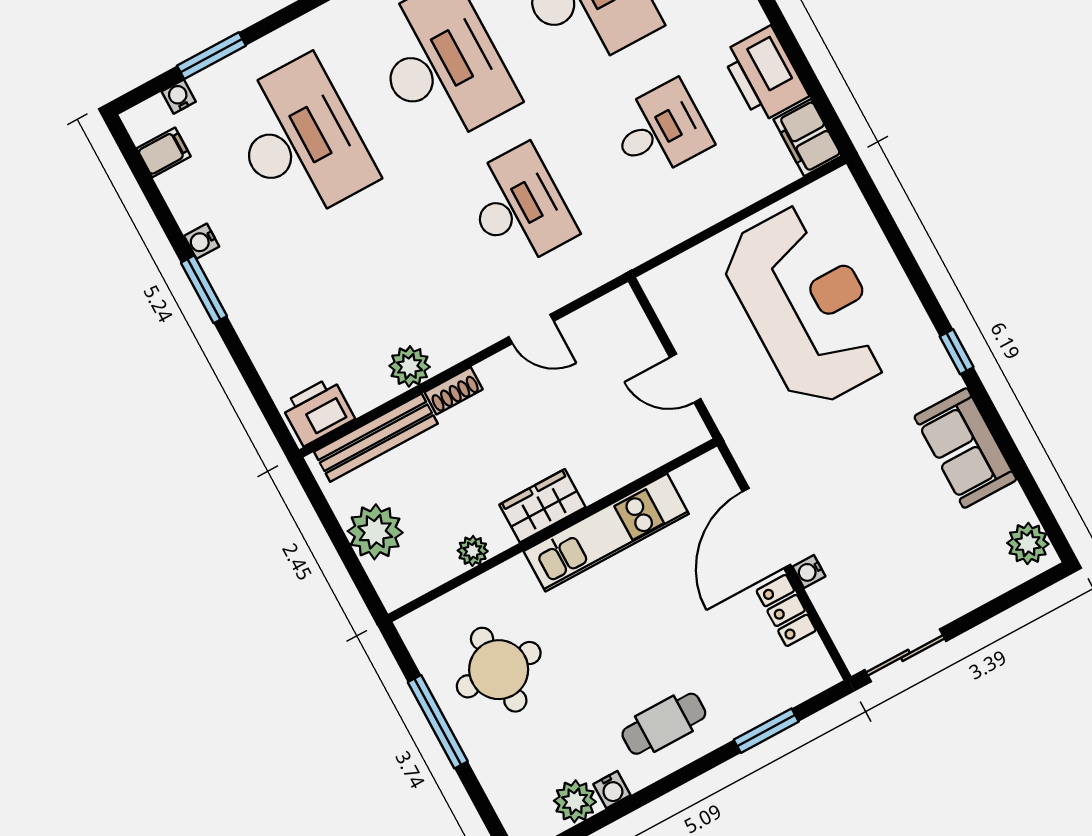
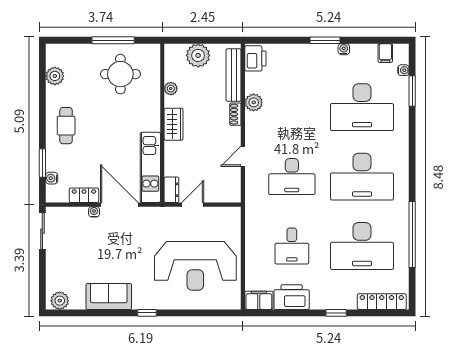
dresser: (678, 438) -> (171, 190), added
kitchen unit: (606, 533) -> (150, 167), moved
water cooler: (612, 790) -> (52, 178), moved

